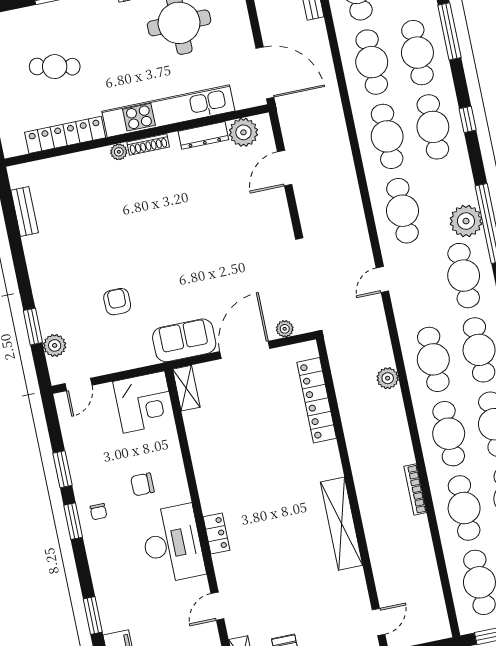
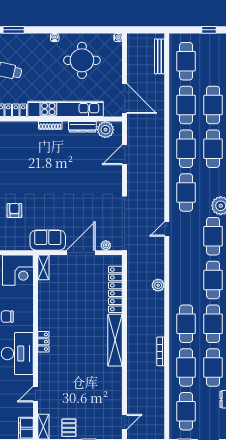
plant: (119, 152) -> (33, 126), removed
cafe table: (433, 359) -> (186, 280), removed
shelving: (341, 524) -> (115, 340), moved
locker: (216, 533) -> (43, 342), moved

